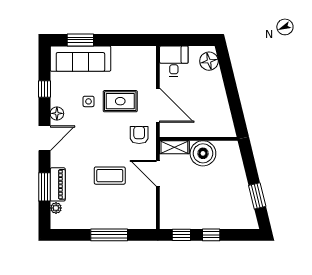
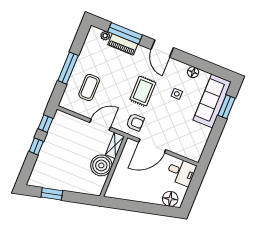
window: (44, 89) -> (200, 64), removed
rug: (120, 101) -> (143, 91), moved
floor lamp: (57, 113) -> (193, 72), moved
coffee table: (110, 176) -> (89, 87), moved
window: (44, 187) -> (125, 33), width x1.44

